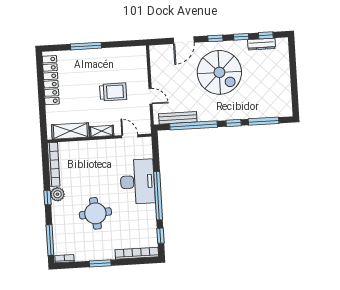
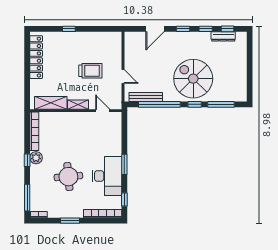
window: (86, 46) -> (69, 29), width x0.46
spiral stairs: (219, 72) -> (193, 79), moved, turned 180
desk: (137, 182) -> (107, 176), moved
window: (158, 196) -> (124, 164), width x0.47

